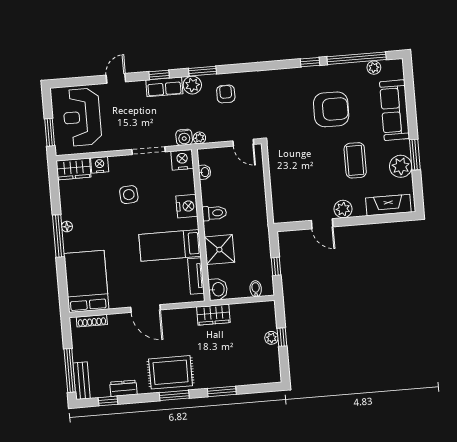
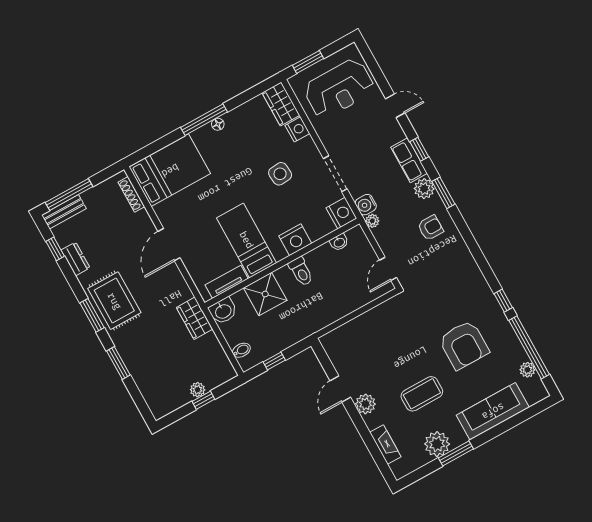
reception desk: (82, 117) -> (339, 89), turned 180
fireplace: (388, 205) -> (385, 445), width x0.73, depth x0.76

